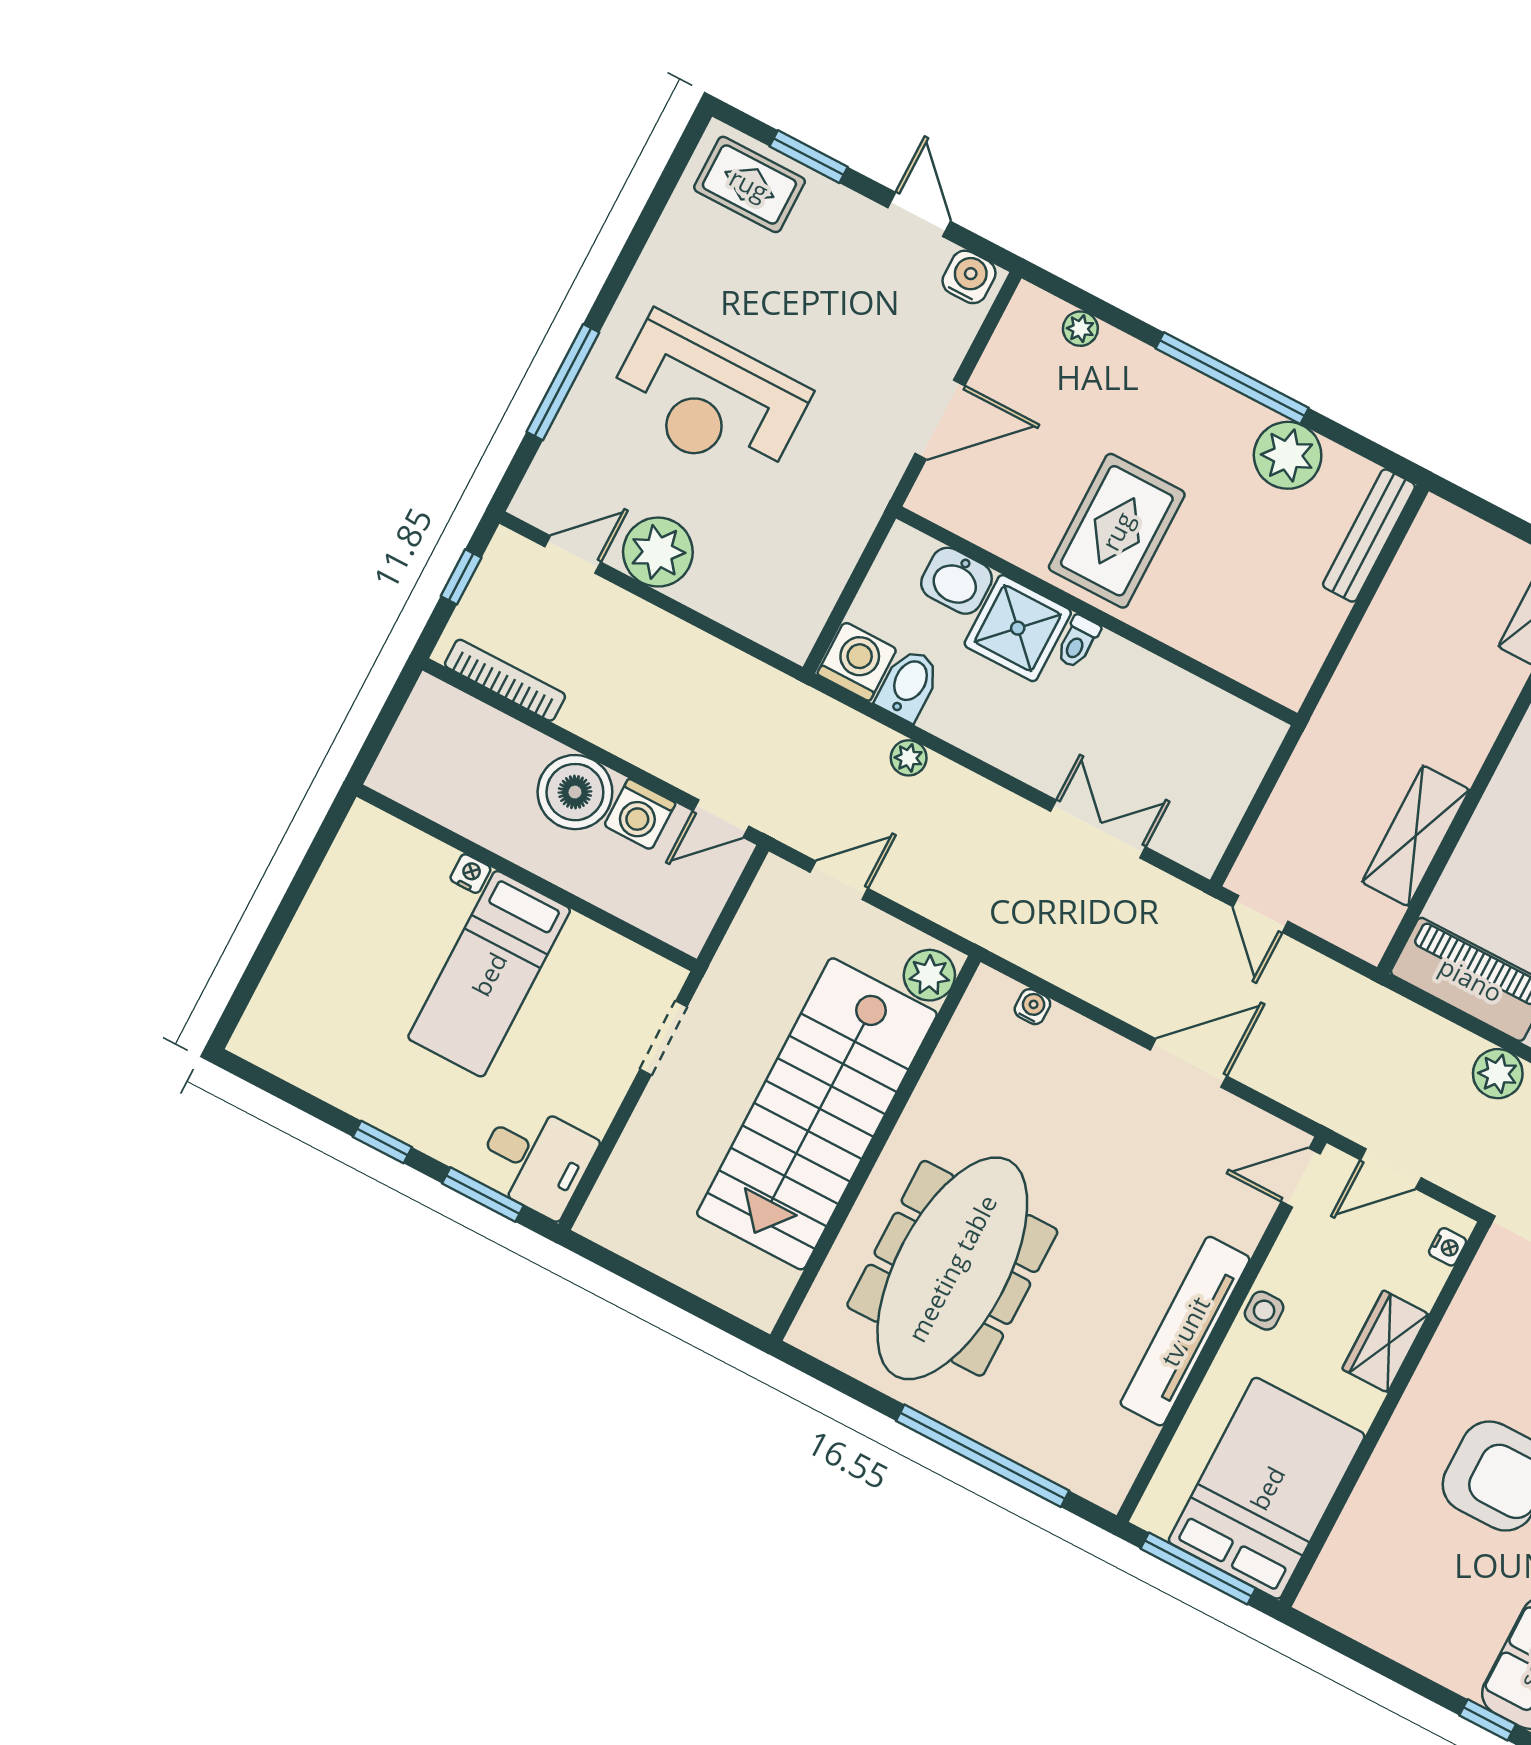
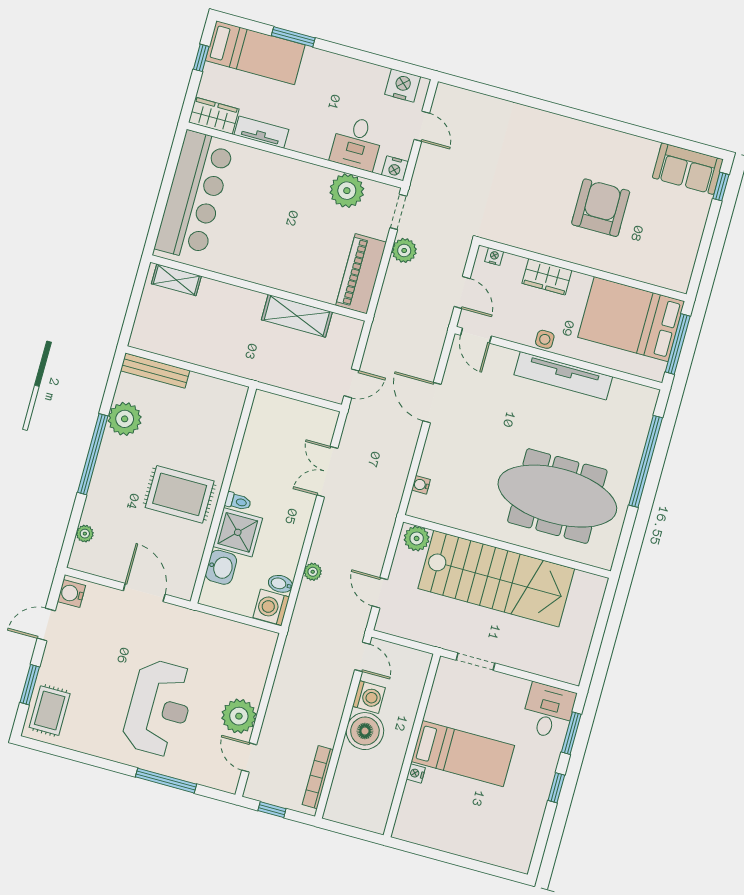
bidet: (908, 685) -> (280, 584), width x0.72, depth x0.74

